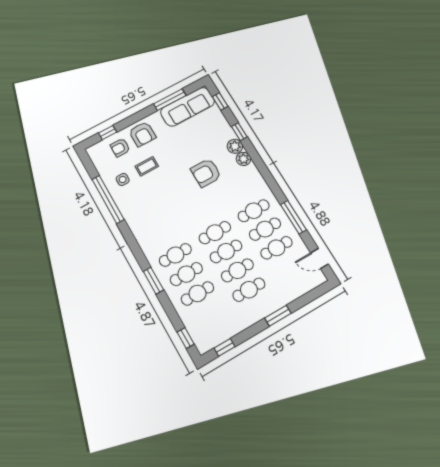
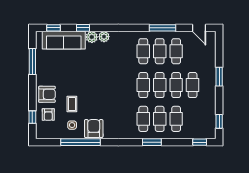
sofa: (188, 107) -> (64, 40), moved, turned 90
armchair: (206, 173) -> (94, 129), moved, turned 180
door: (319, 258) -> (199, 28), hinge flipped

